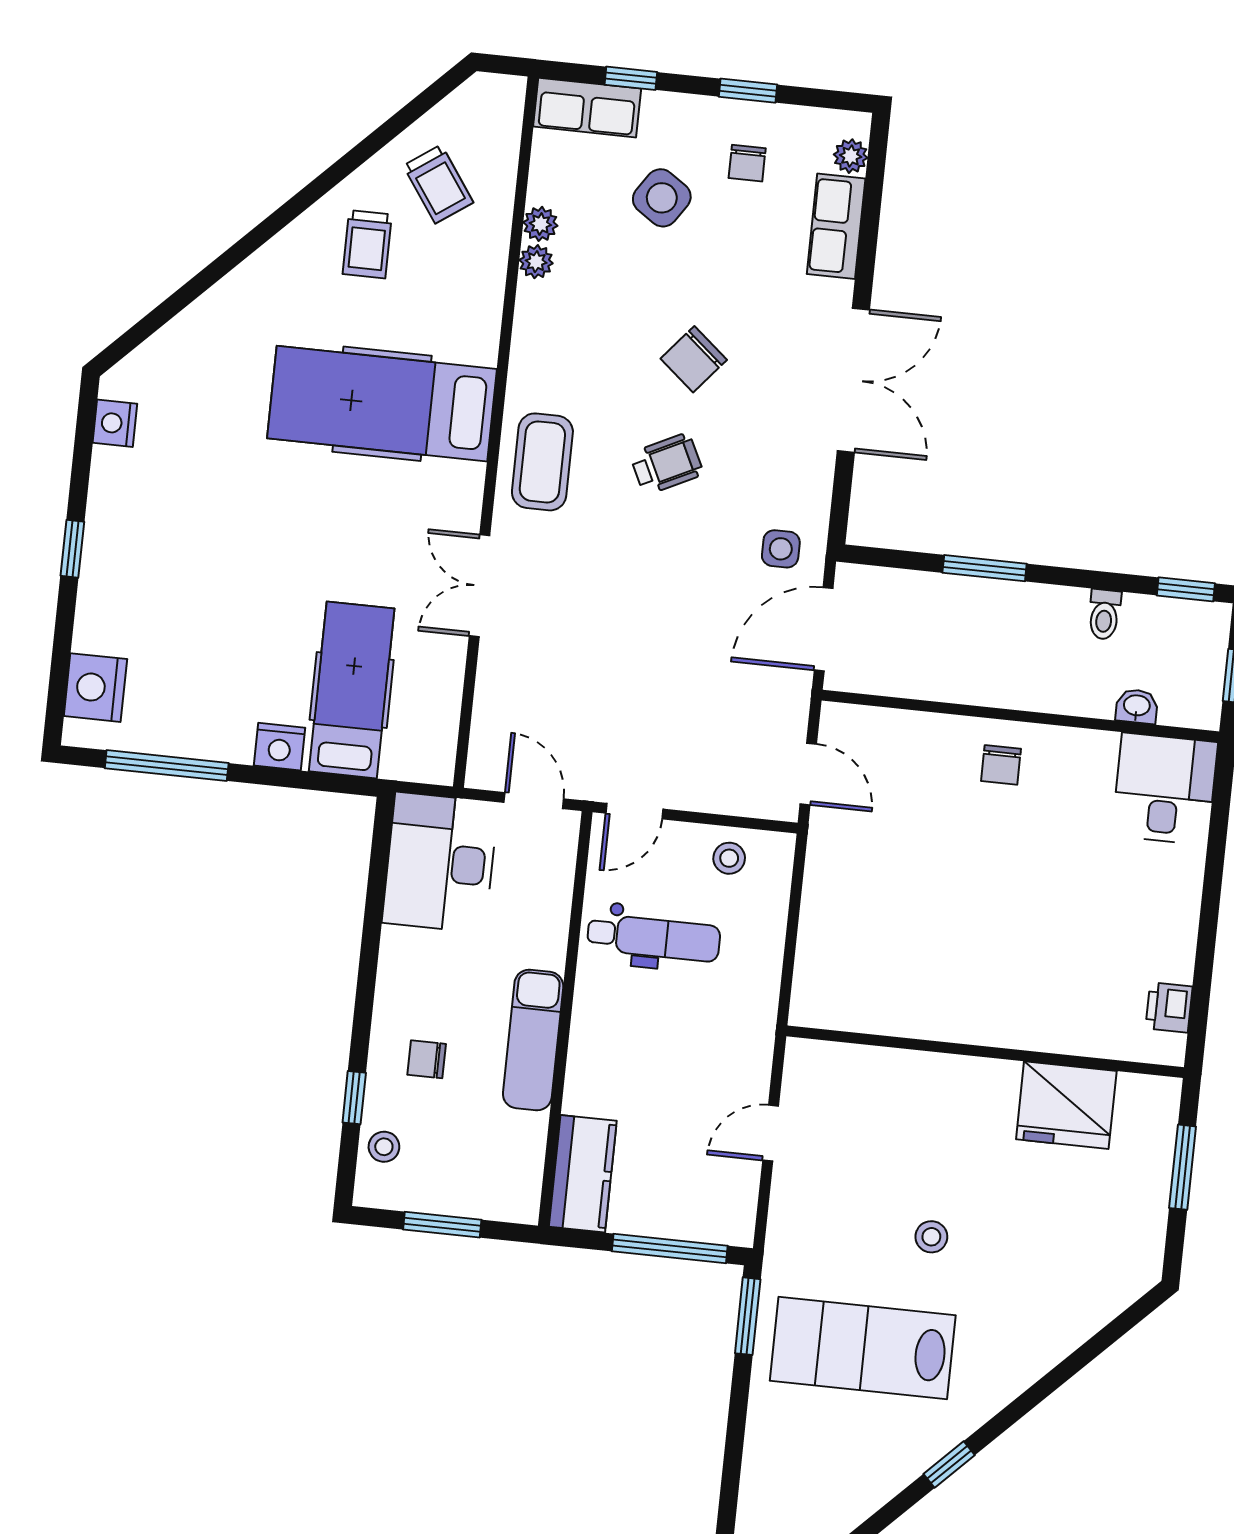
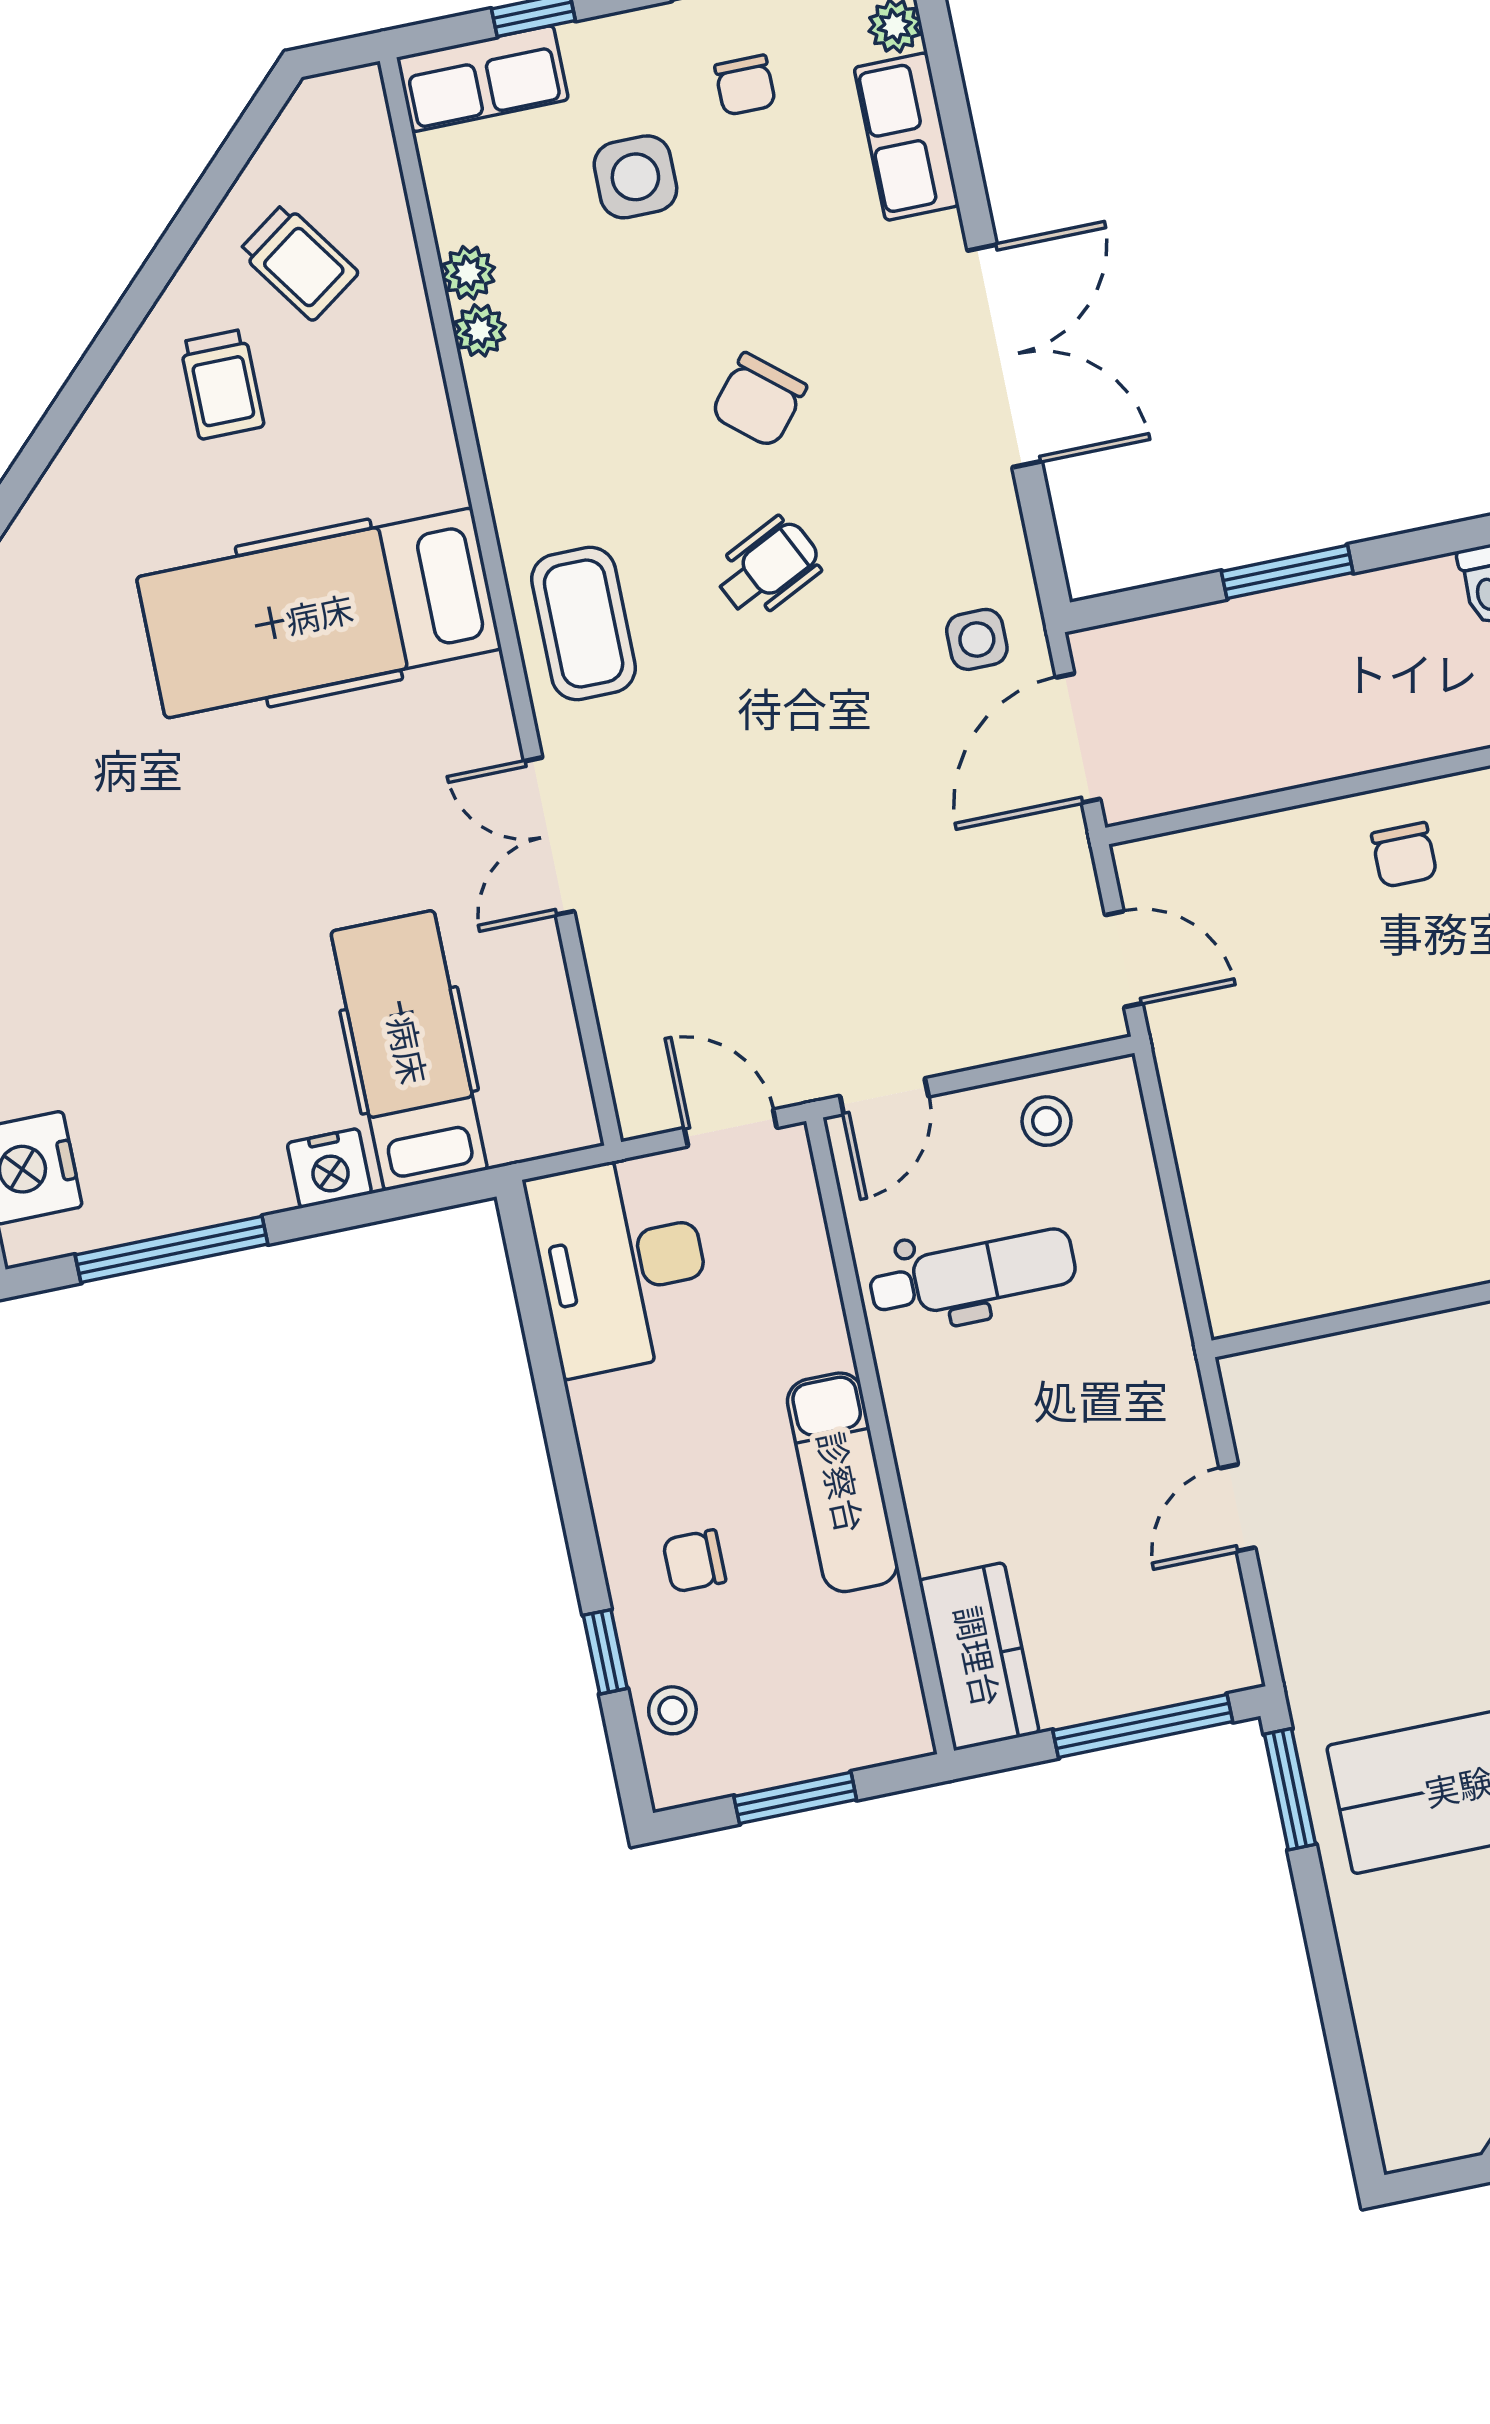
side table: (662, 198) -> (635, 177), turned -34

